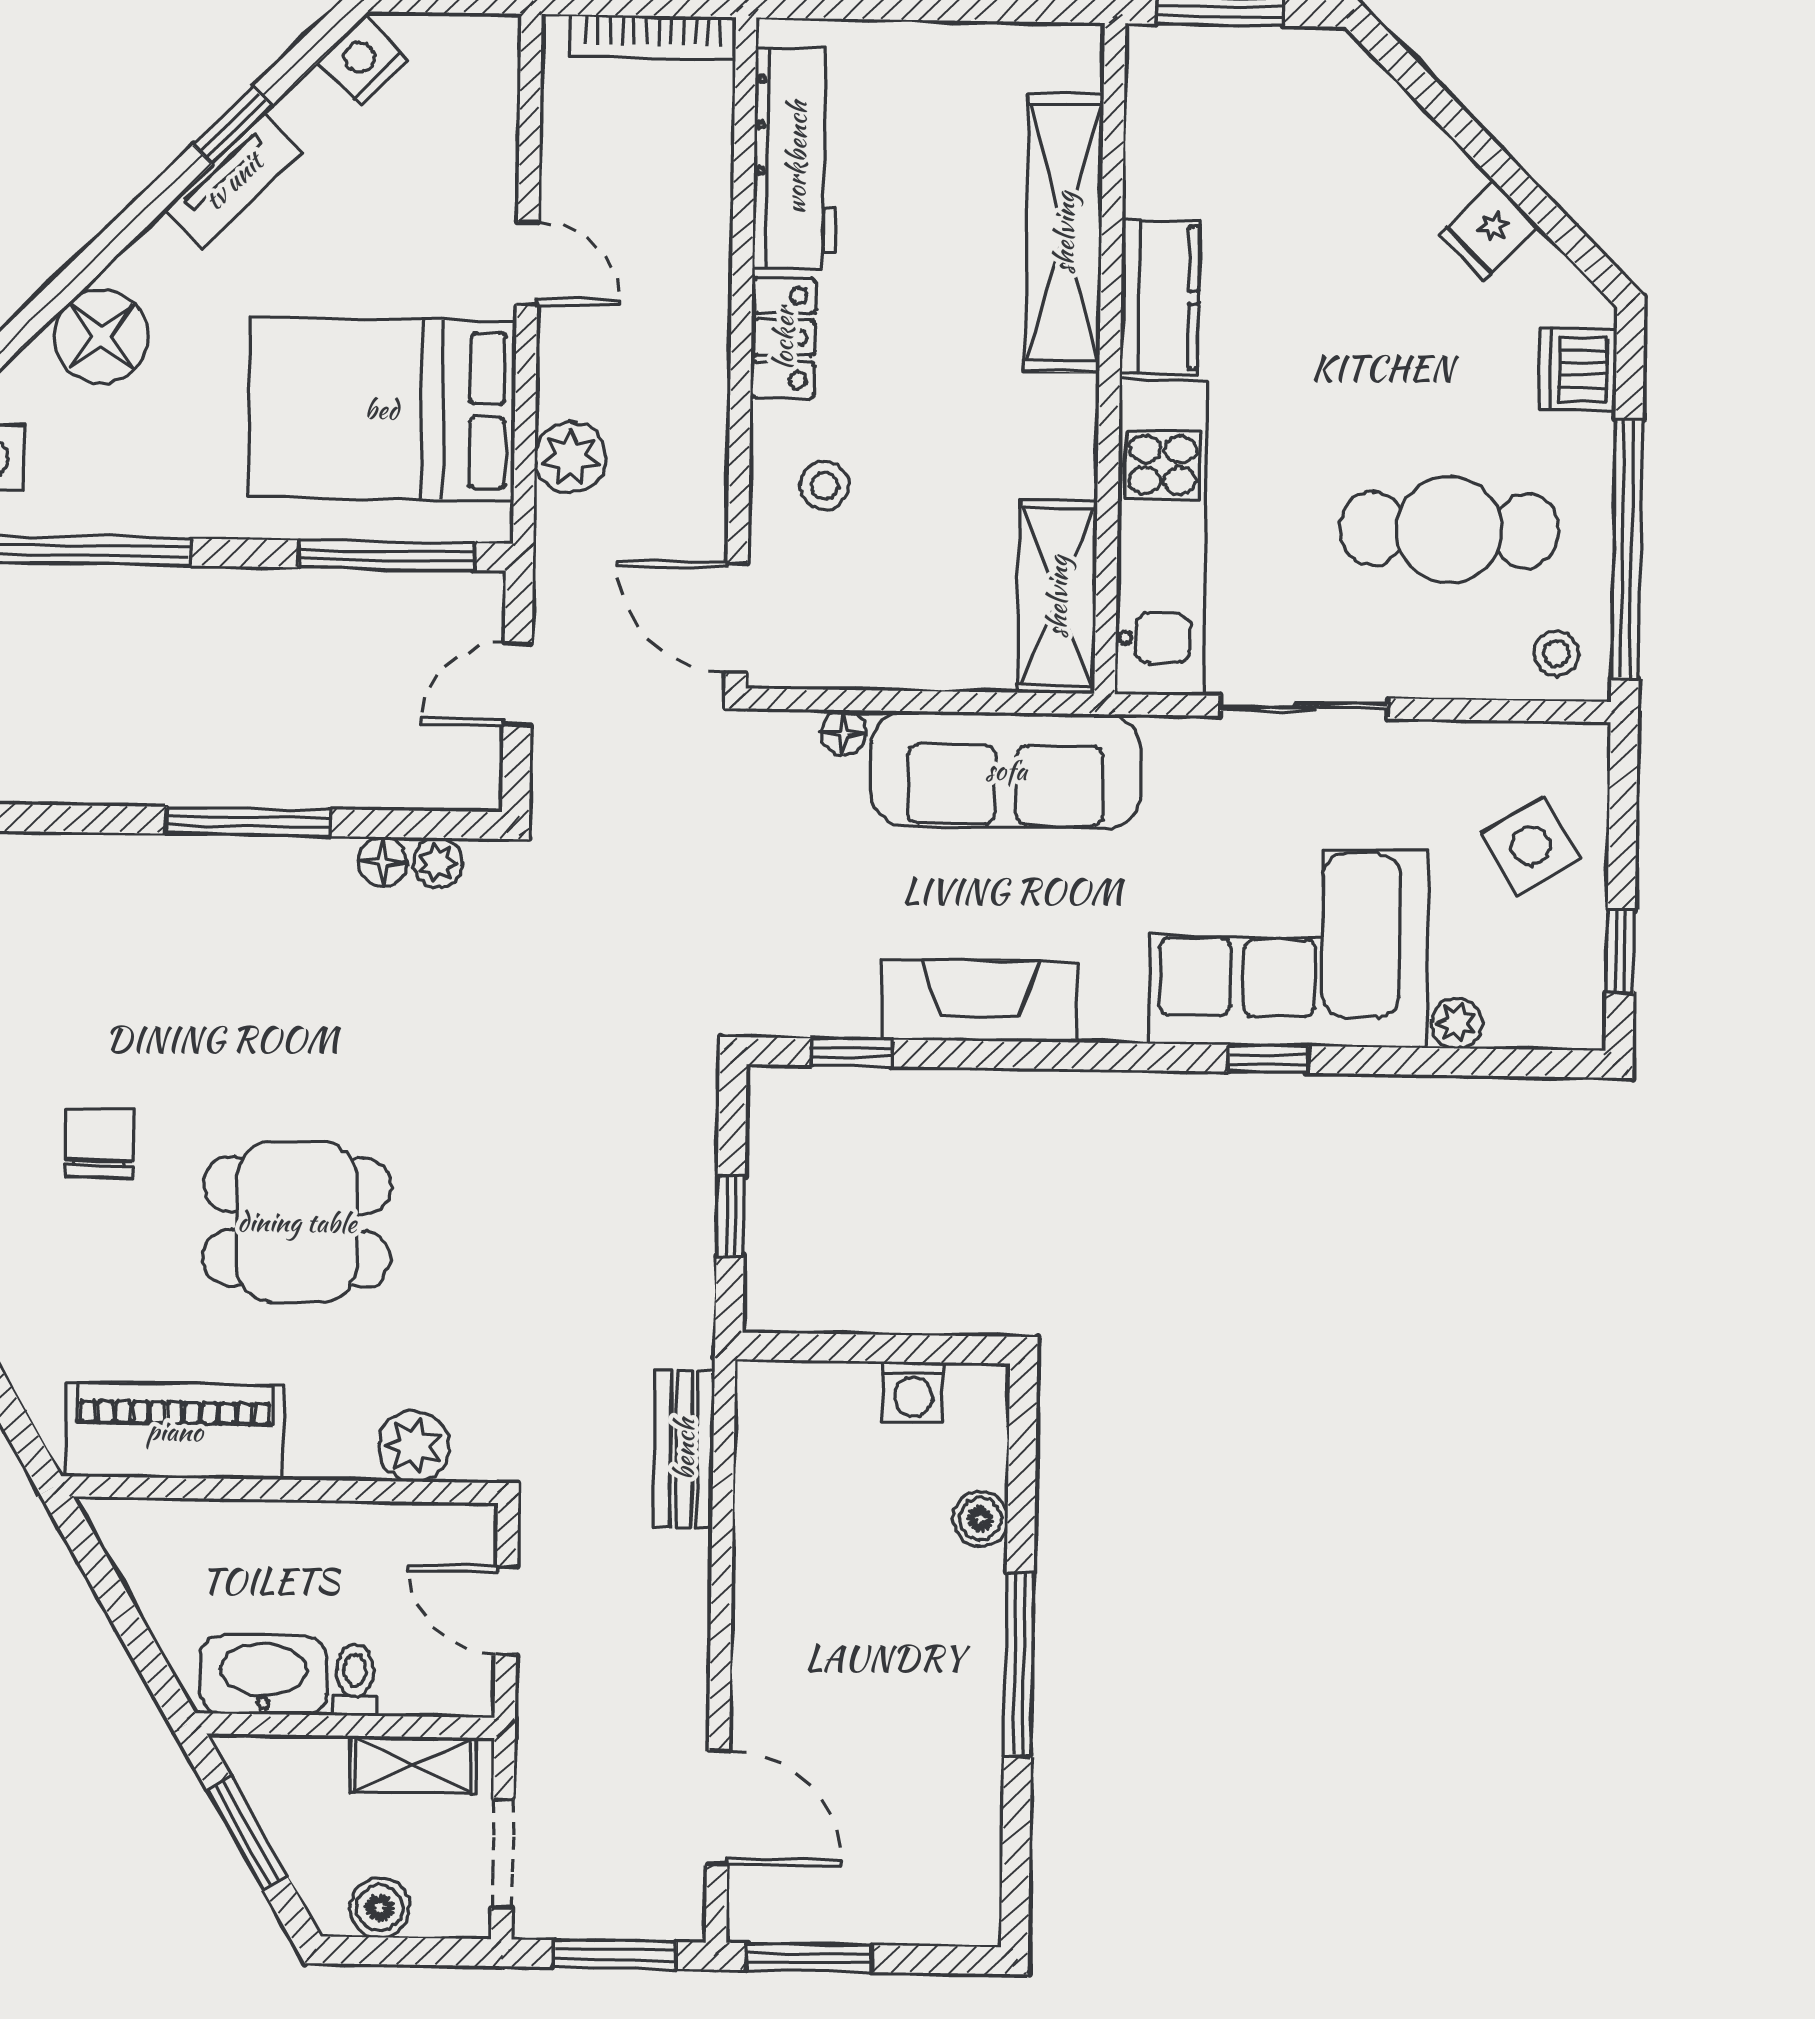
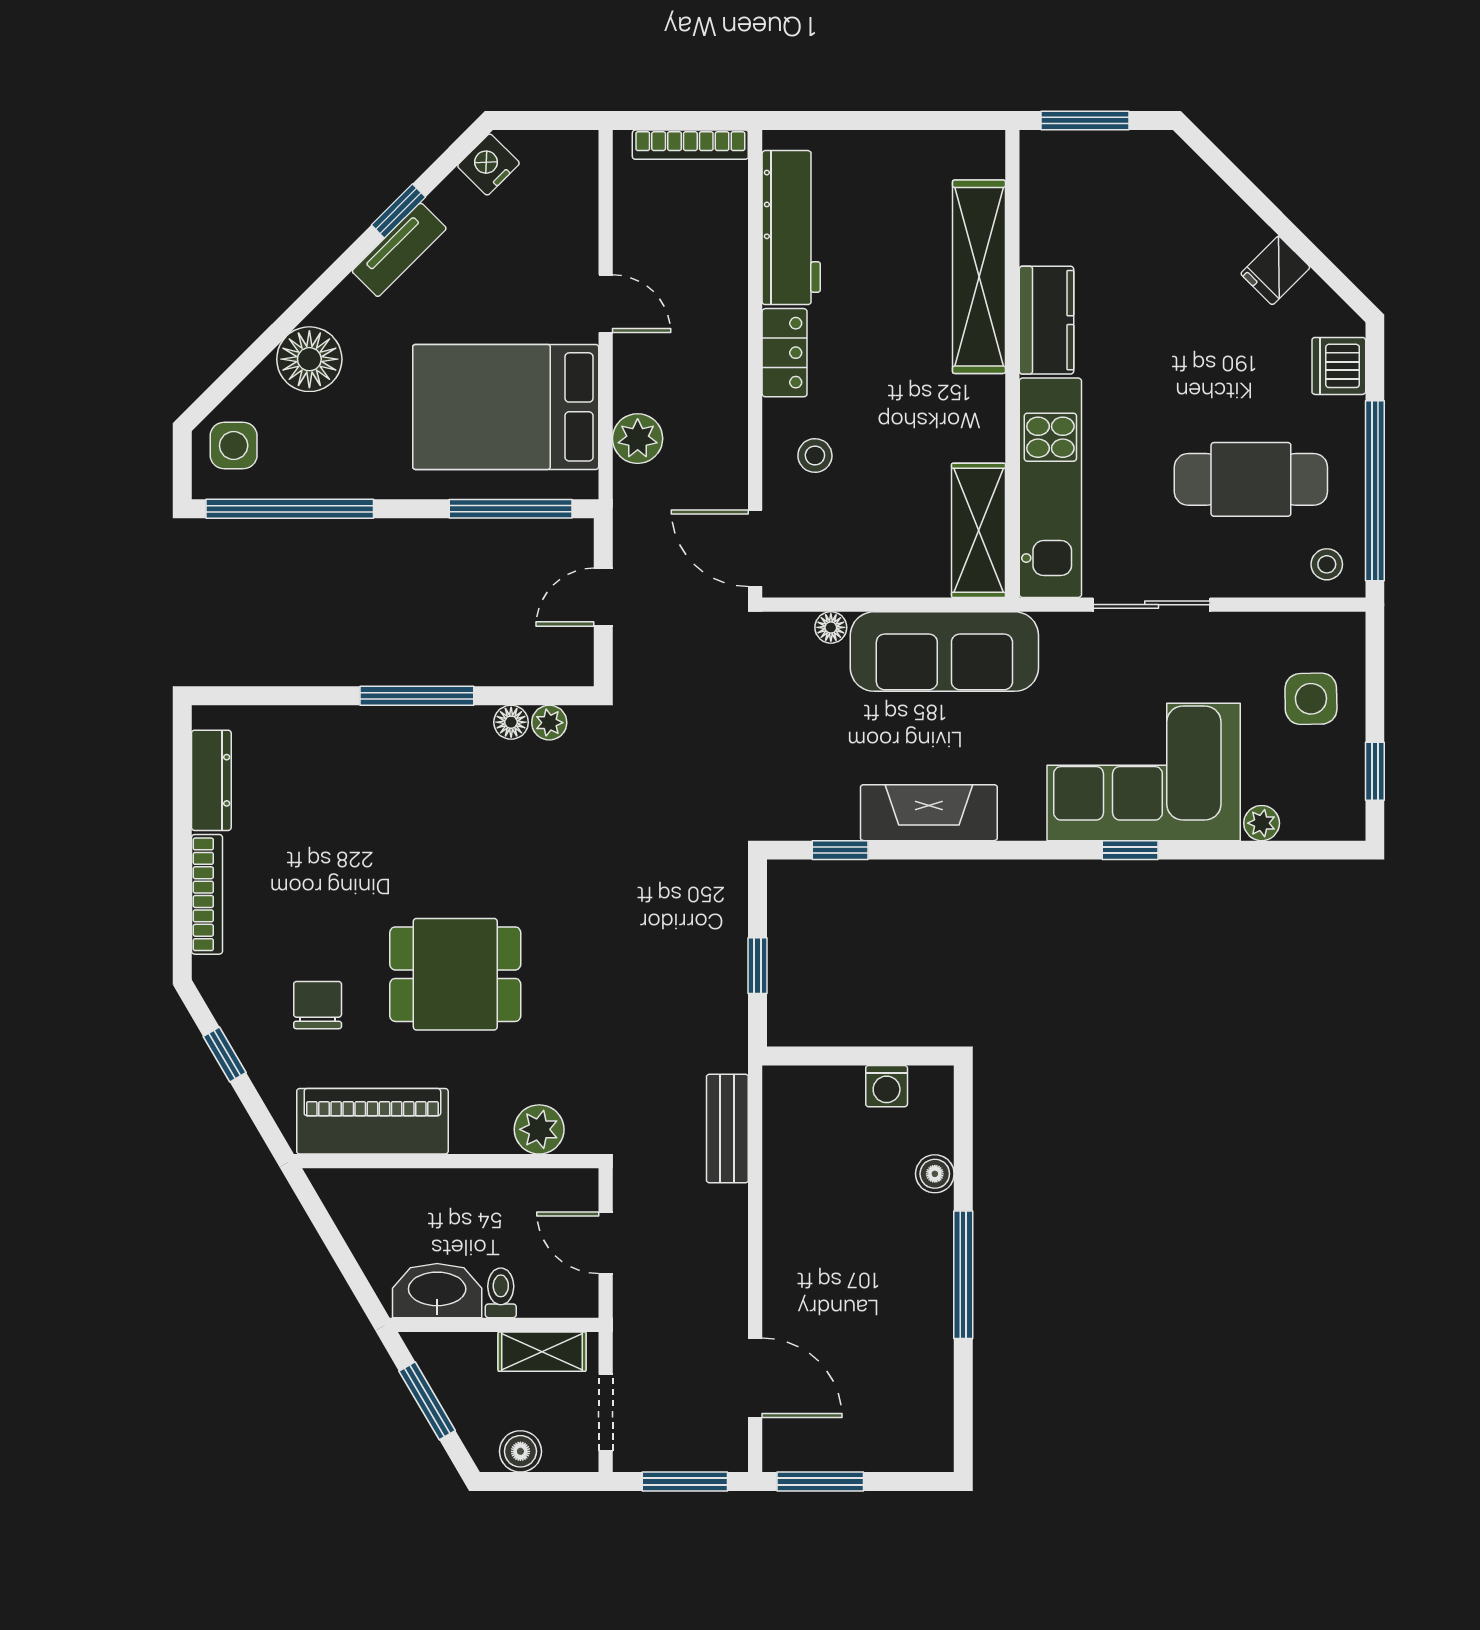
side table: (1531, 846) -> (1311, 699), turned 30
chair: (100, 1143) -> (318, 1005), moved

